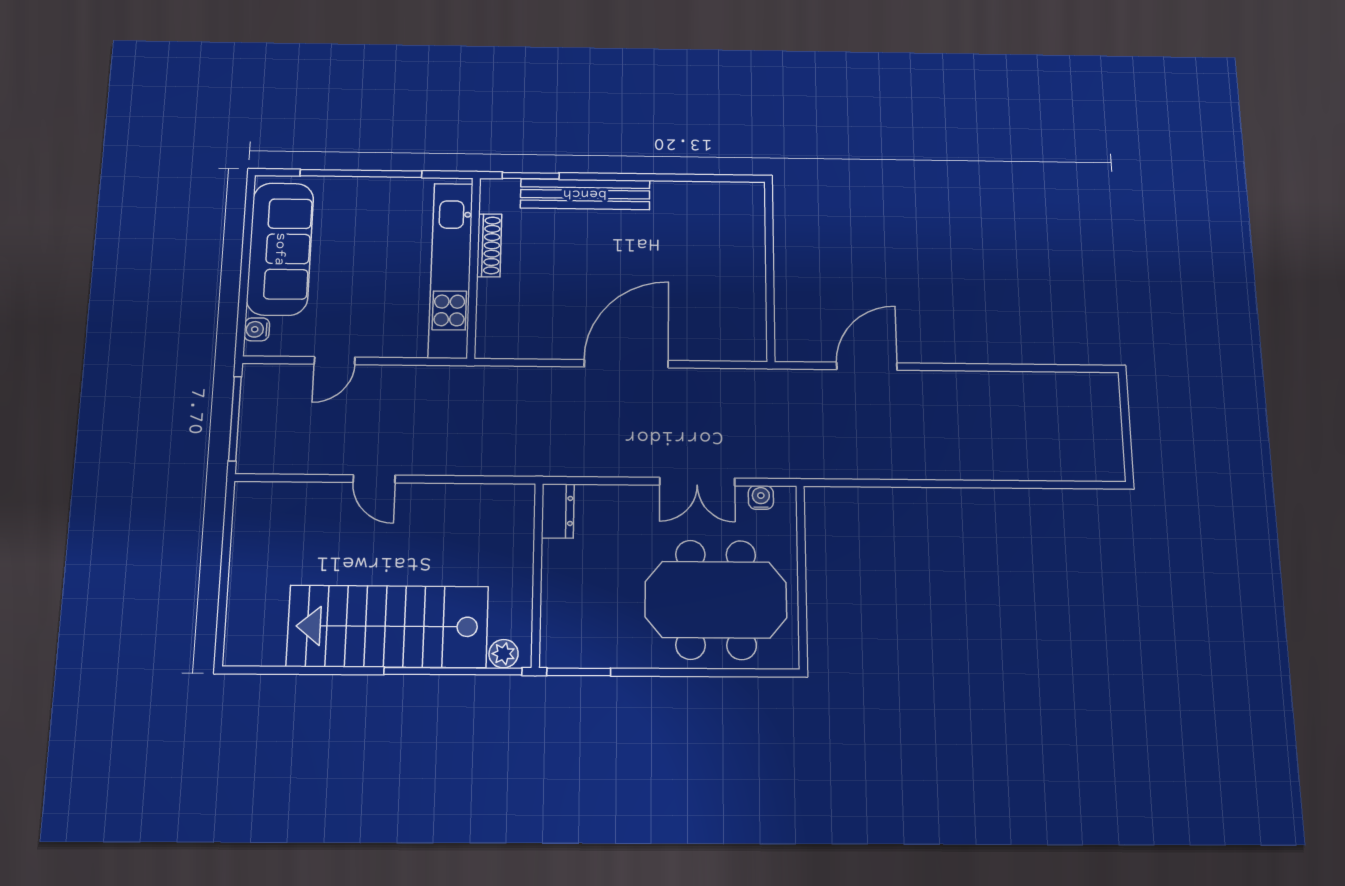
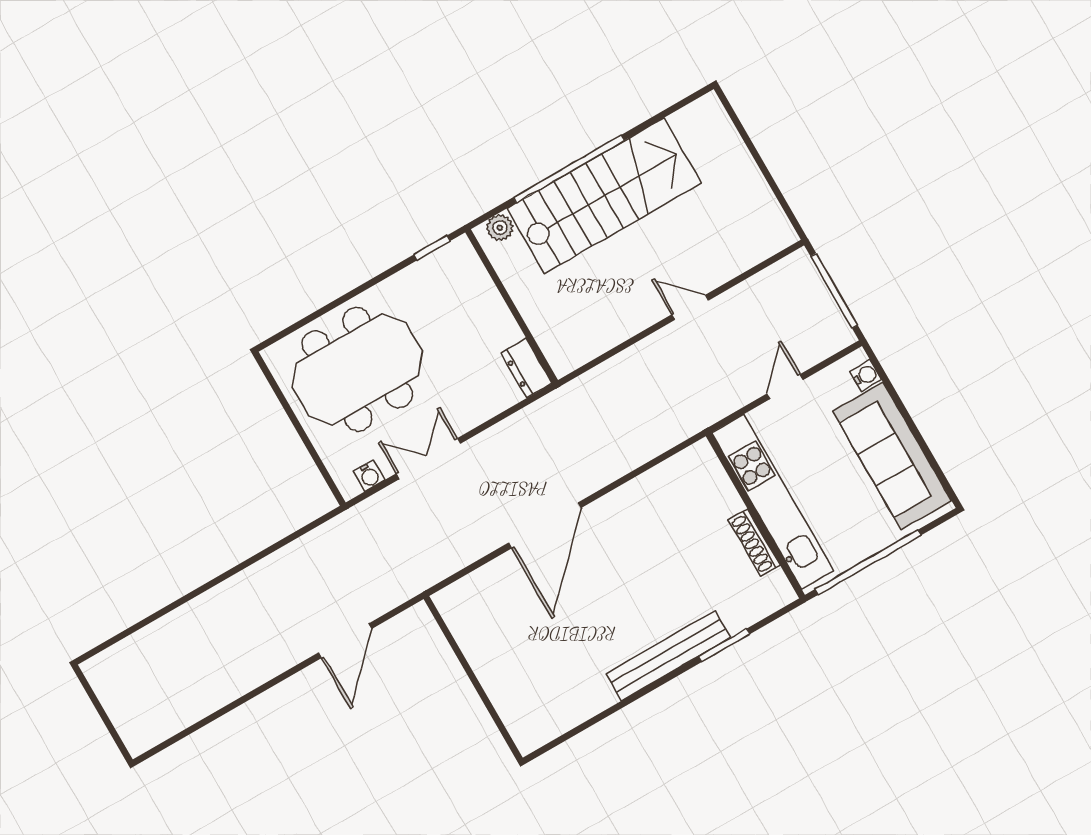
shoe rack: (489, 245) -> (754, 543), moved
wall: (474, 267) -> (755, 516), moved
kitchen unit: (451, 270) -> (773, 502), moved
window: (453, 671) -> (569, 169), moved
window: (579, 672) -> (432, 248), width x0.67

